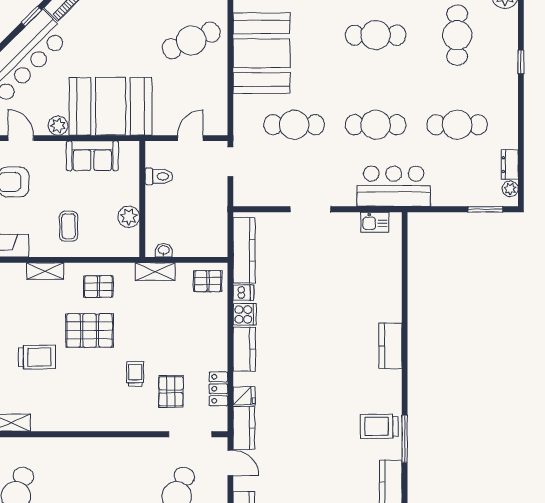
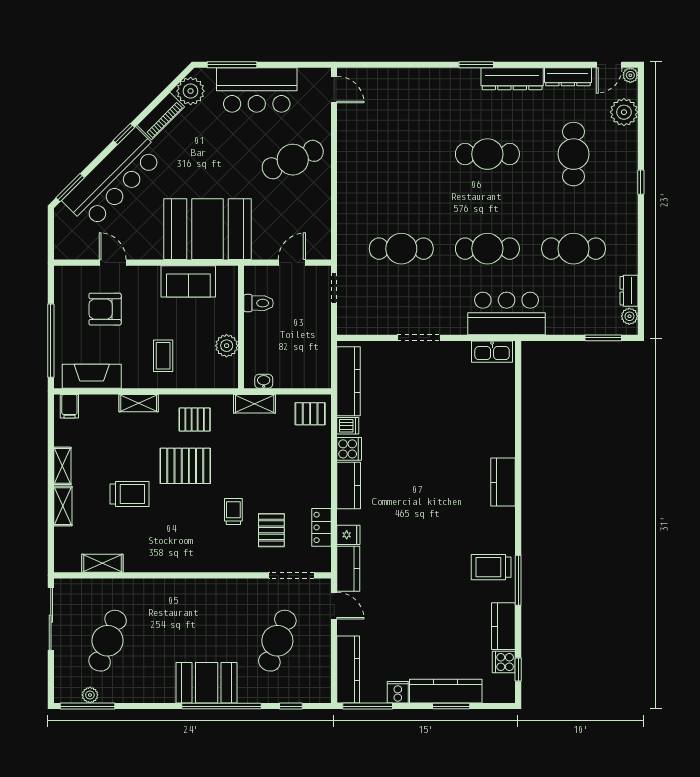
booth: (261, 53) -> (367, 173), removed
plant: (58, 126) -> (152, 249), removed
kitchen sink: (375, 222) -> (492, 352), width x1.38

